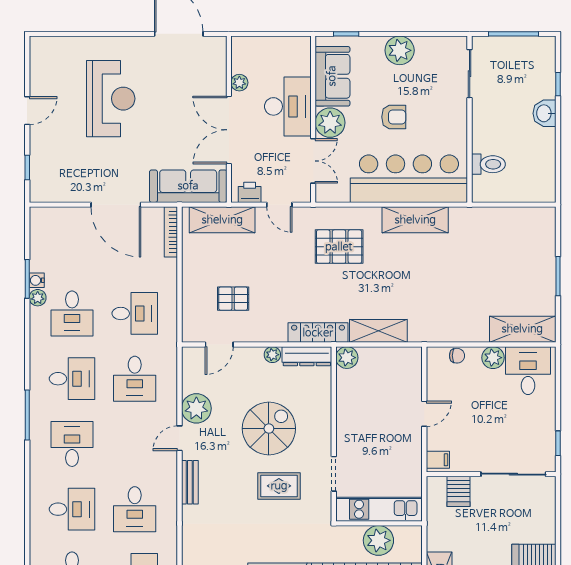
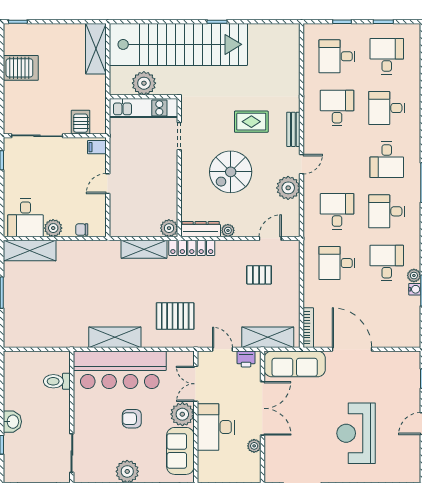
rug: (279, 486) -> (251, 122), moved

